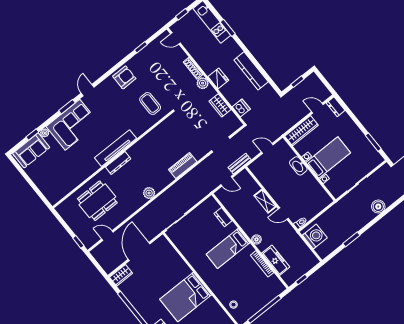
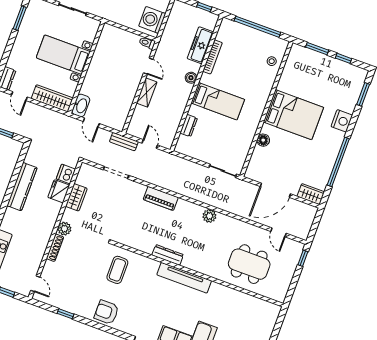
fridge: (218, 78) -> (59, 191), moved
dresser: (118, 163) -> (168, 255), moved
washbasin: (298, 166) -> (81, 105), moved
floor lamp: (180, 264) -> (263, 140), added

